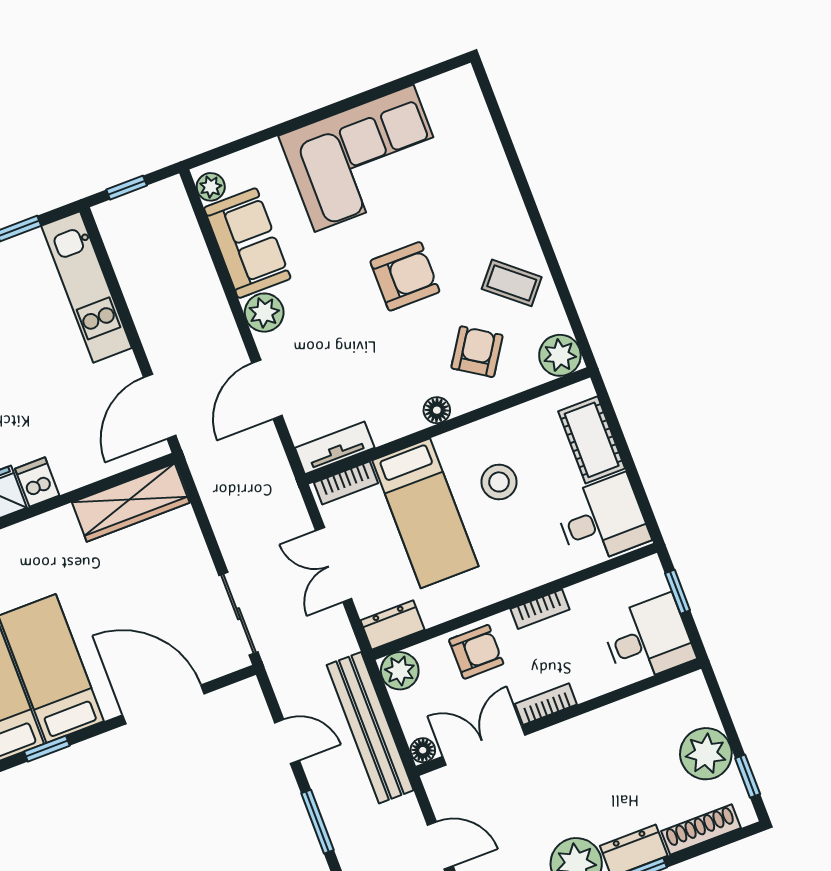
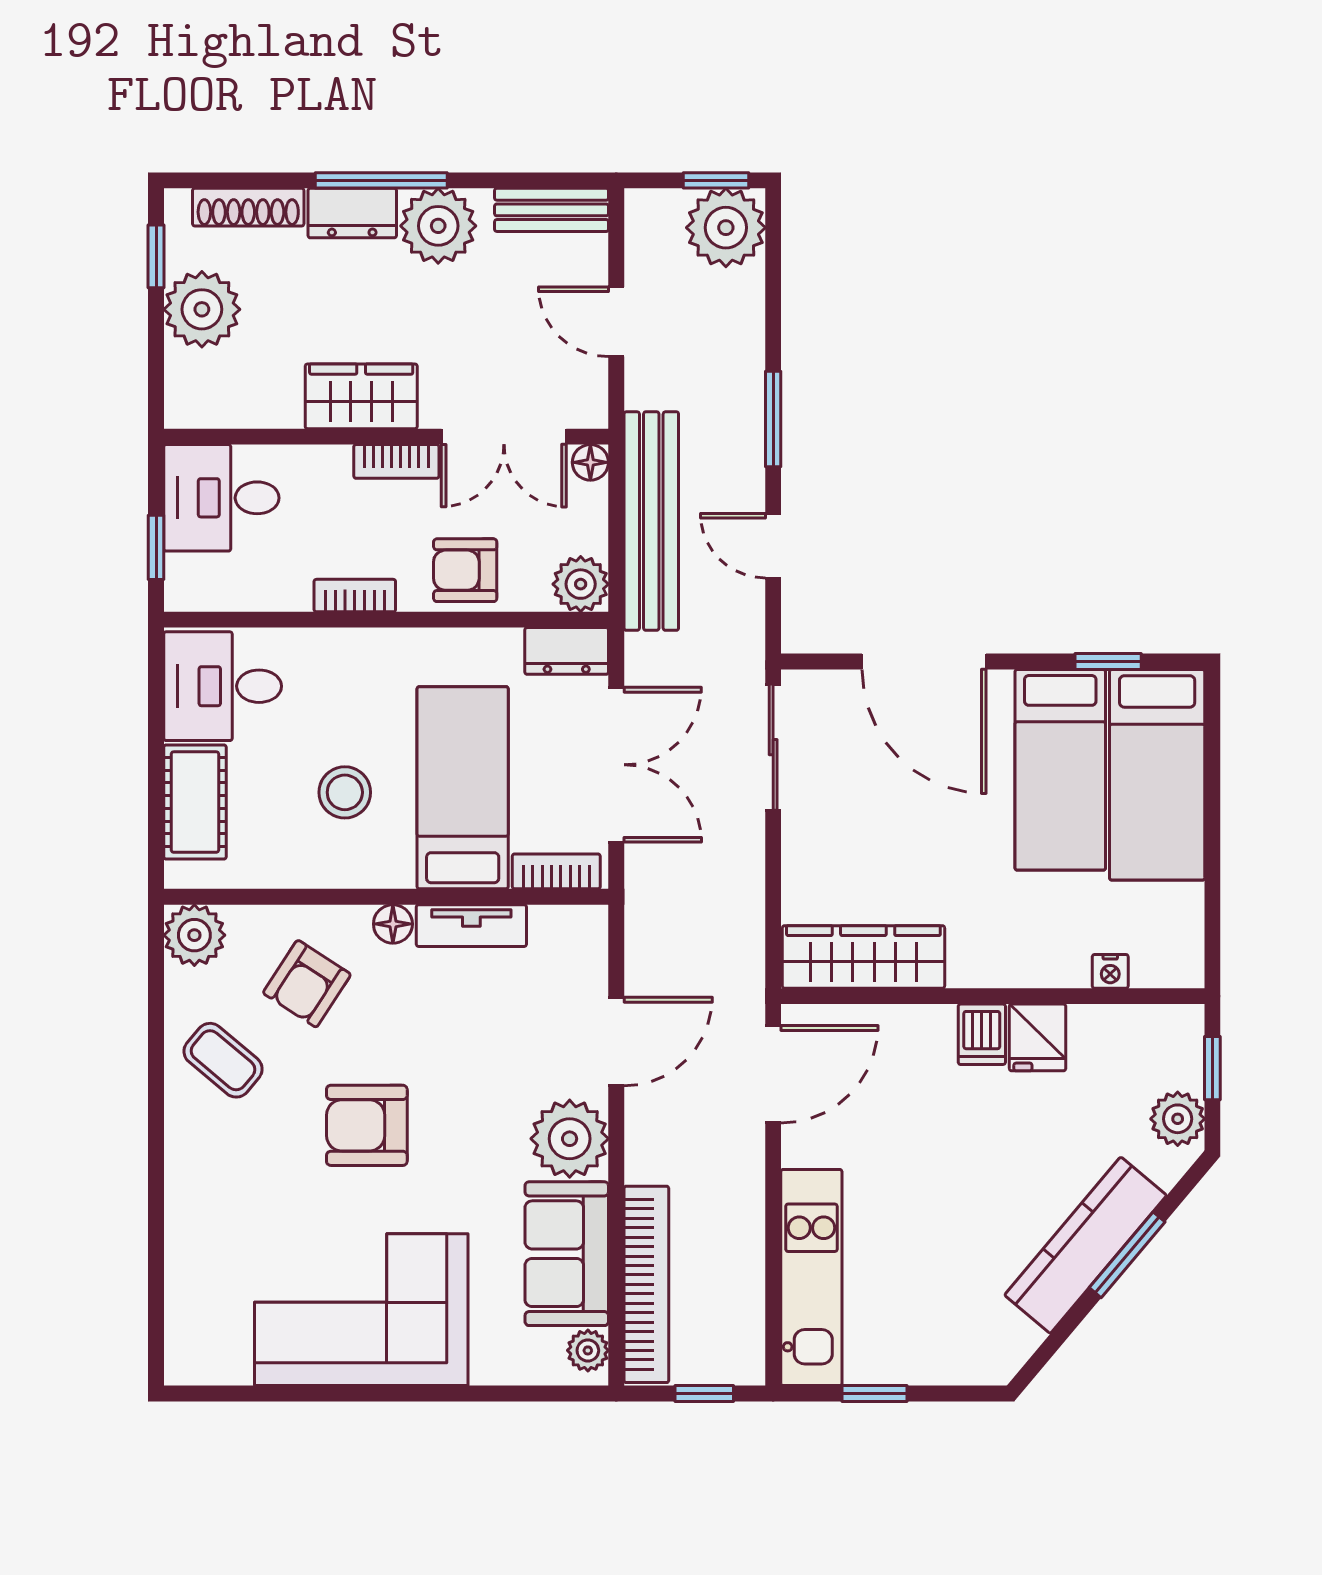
bookcase: (189, 243) -> (646, 1284), added
plant: (264, 313) -> (570, 1139), width x1.36, depth x1.36
tv unit: (335, 448) -> (471, 926), moved
double door: (334, 565) -> (616, 765), width x1.37
wardrobe: (584, 737) -> (361, 396), added

